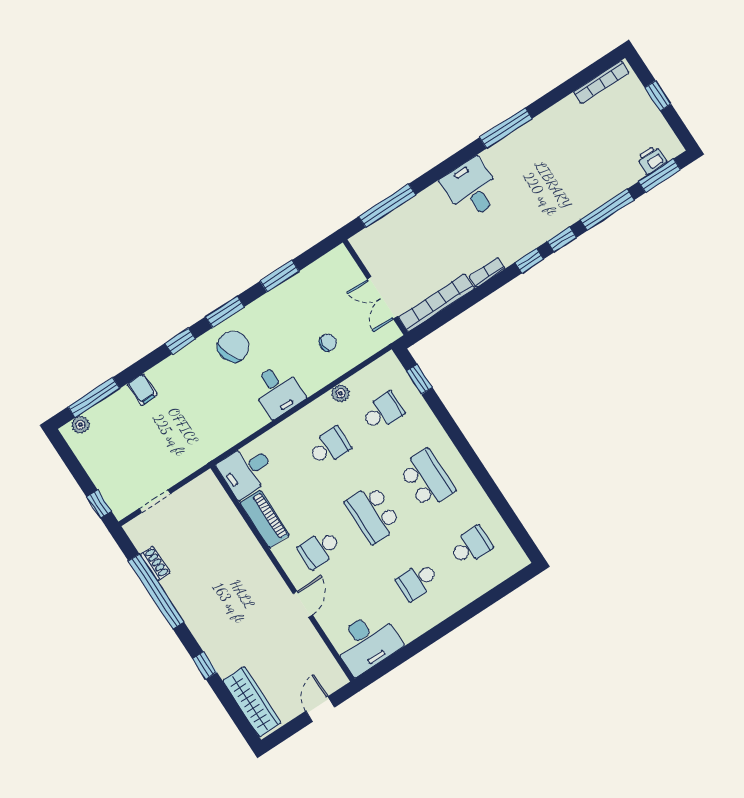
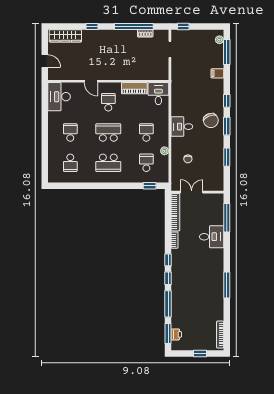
desk: (472, 189) -> (212, 237), moved
school desk: (383, 412) -> (146, 163), turned 180
school desk: (329, 447) -> (146, 133), turned 180

